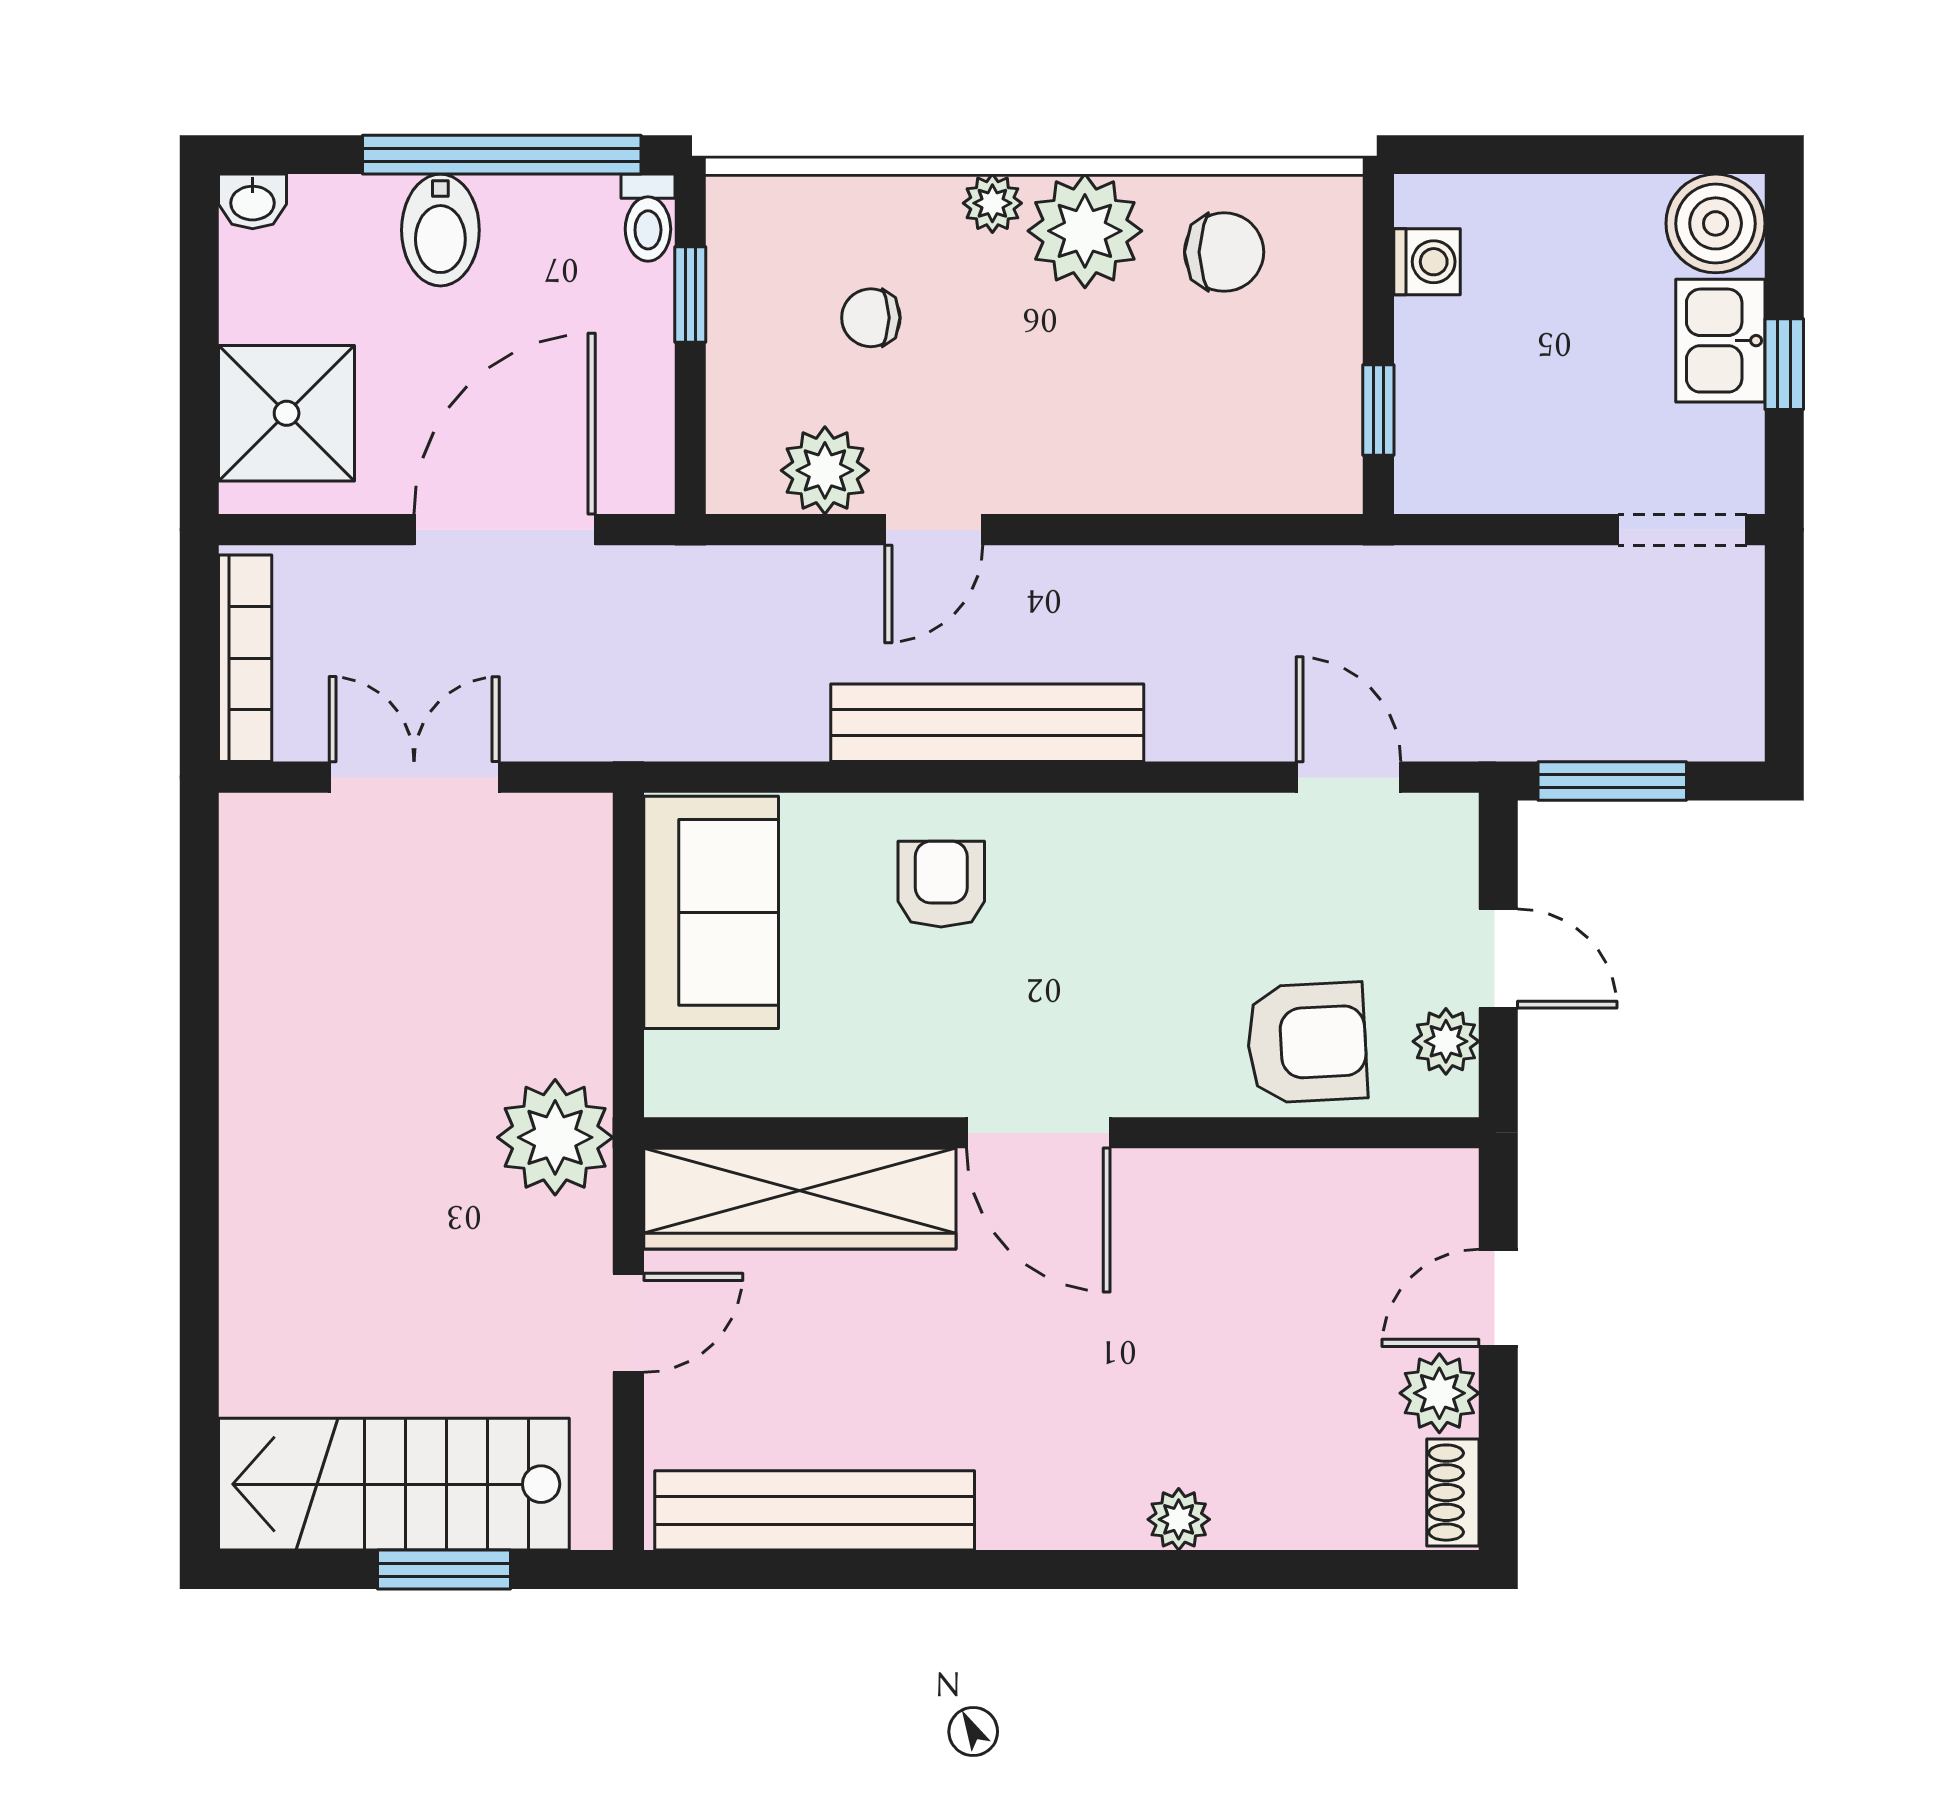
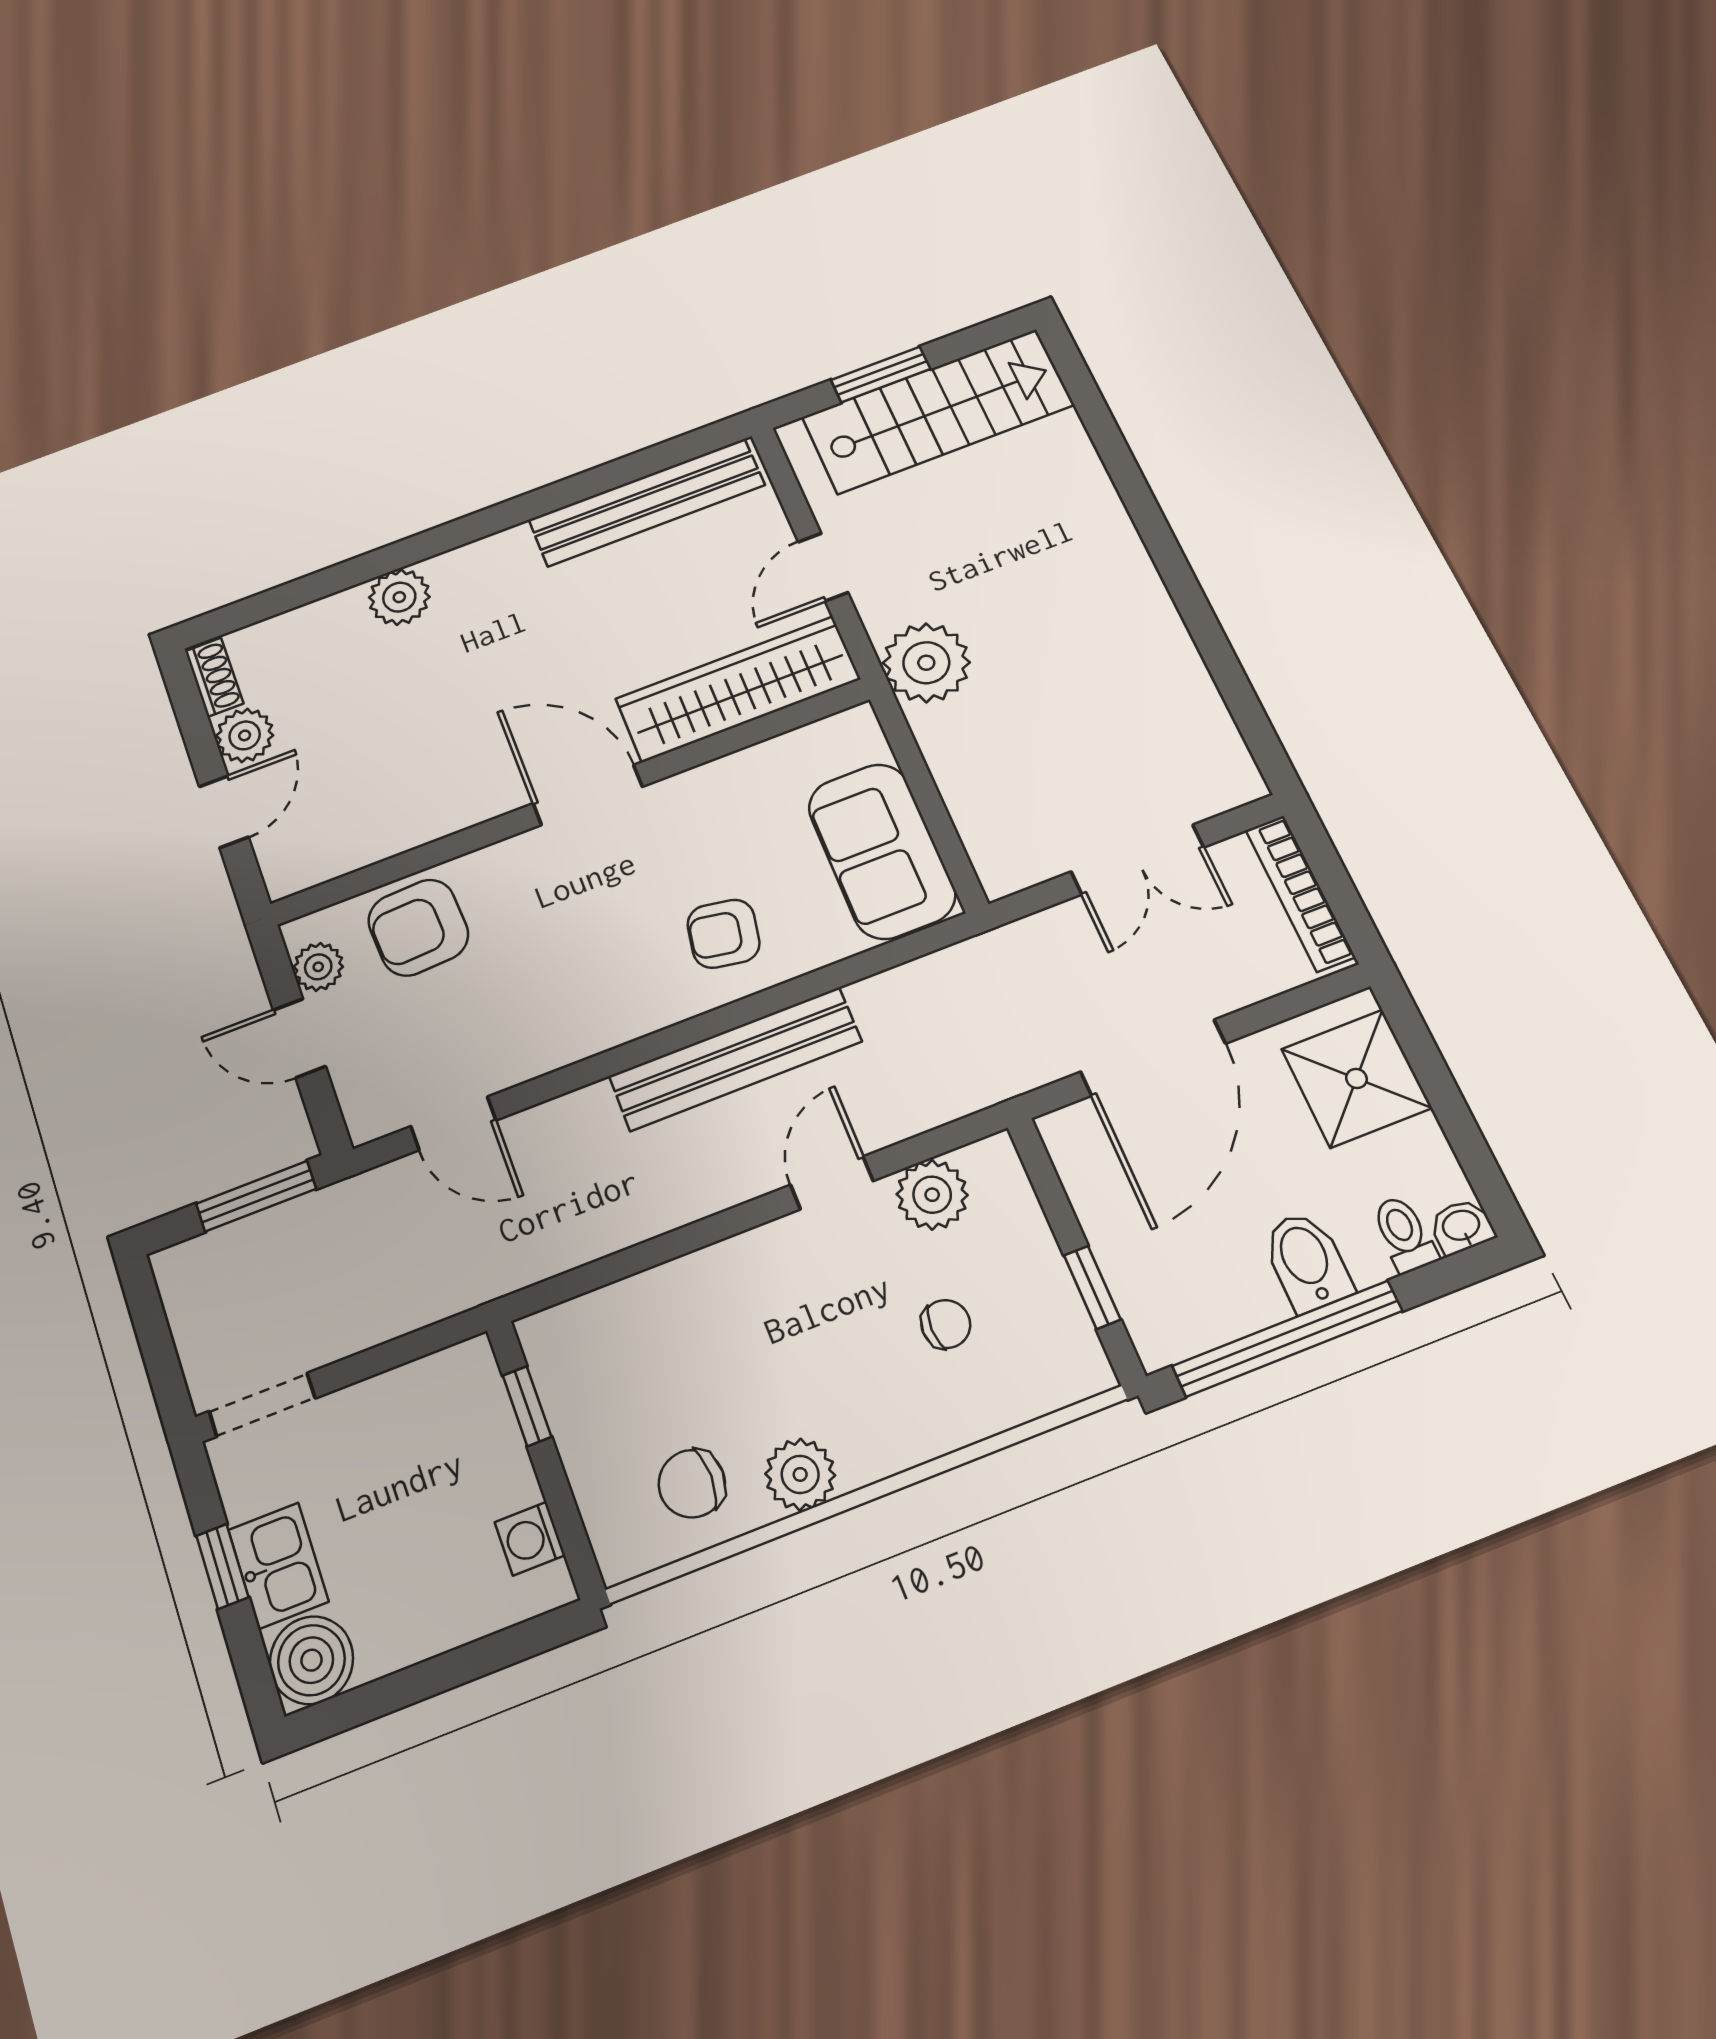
plant: (992, 203) -> (888, 1451), removed
toilet: (648, 218) -> (1404, 1234), moved
plant: (1085, 231) -> (800, 1474), width x0.73, depth x0.73
armchair: (941, 884) -> (724, 934), turned 100
plant: (1179, 1519) -> (399, 597), width x1.38, depth x1.38

